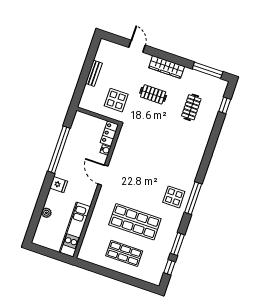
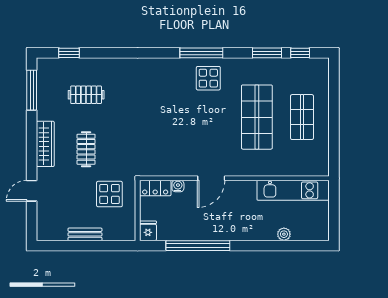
fridge: (59, 185) -> (148, 231), moved

